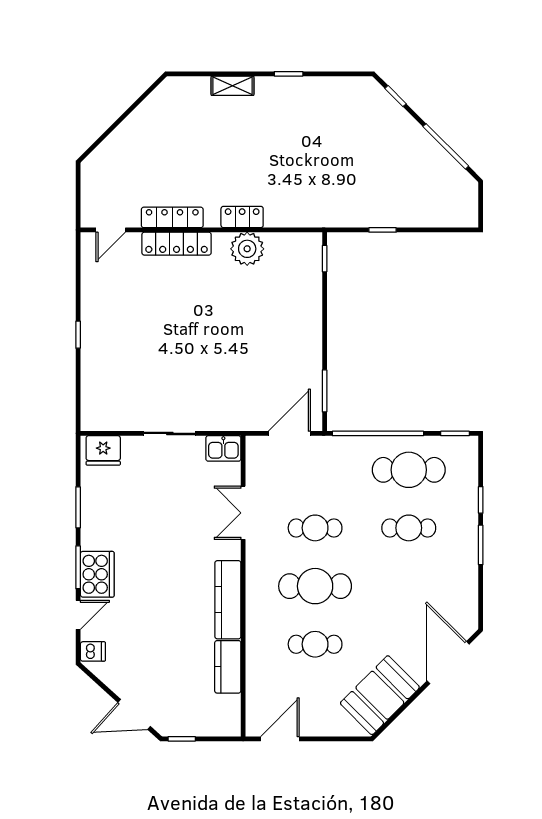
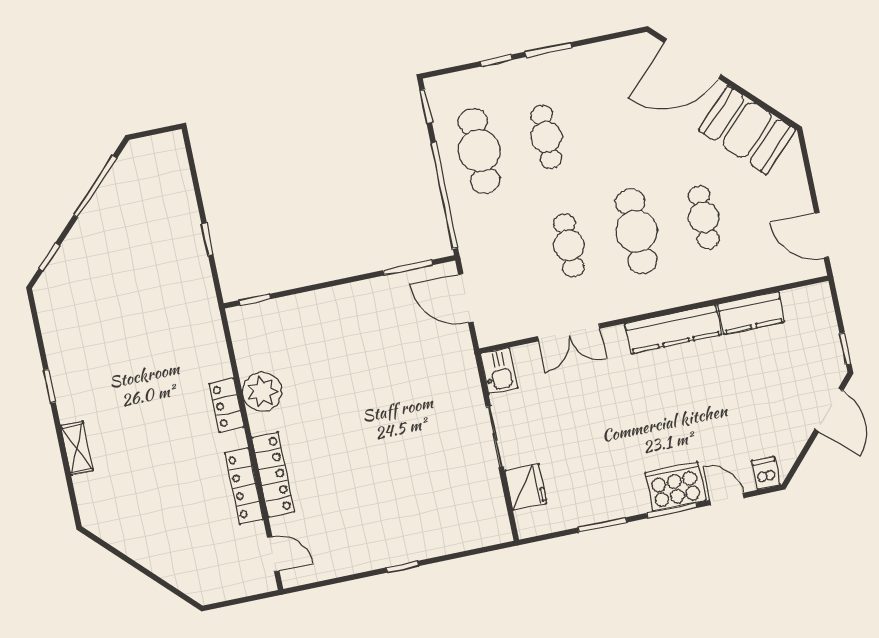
fridge: (103, 450) -> (526, 487), moved

